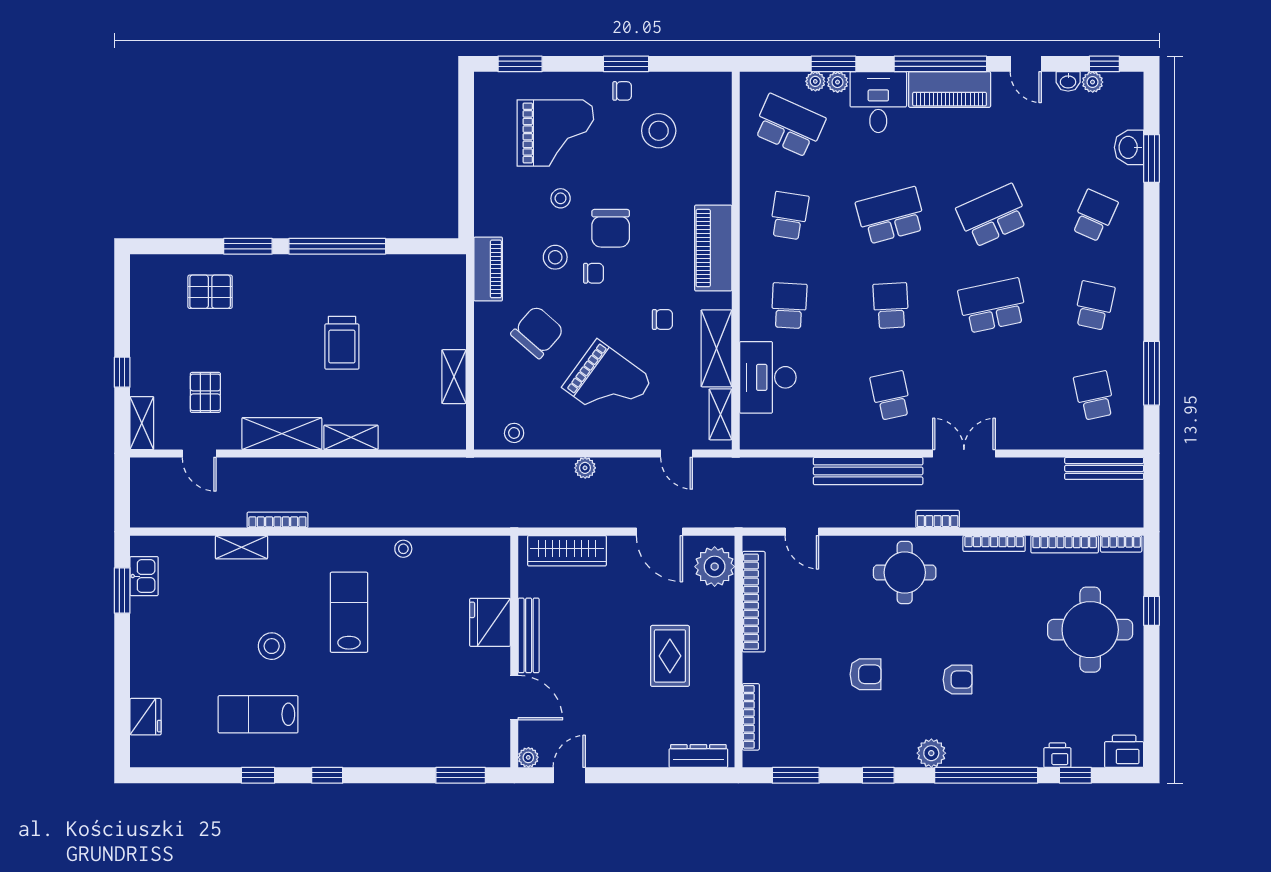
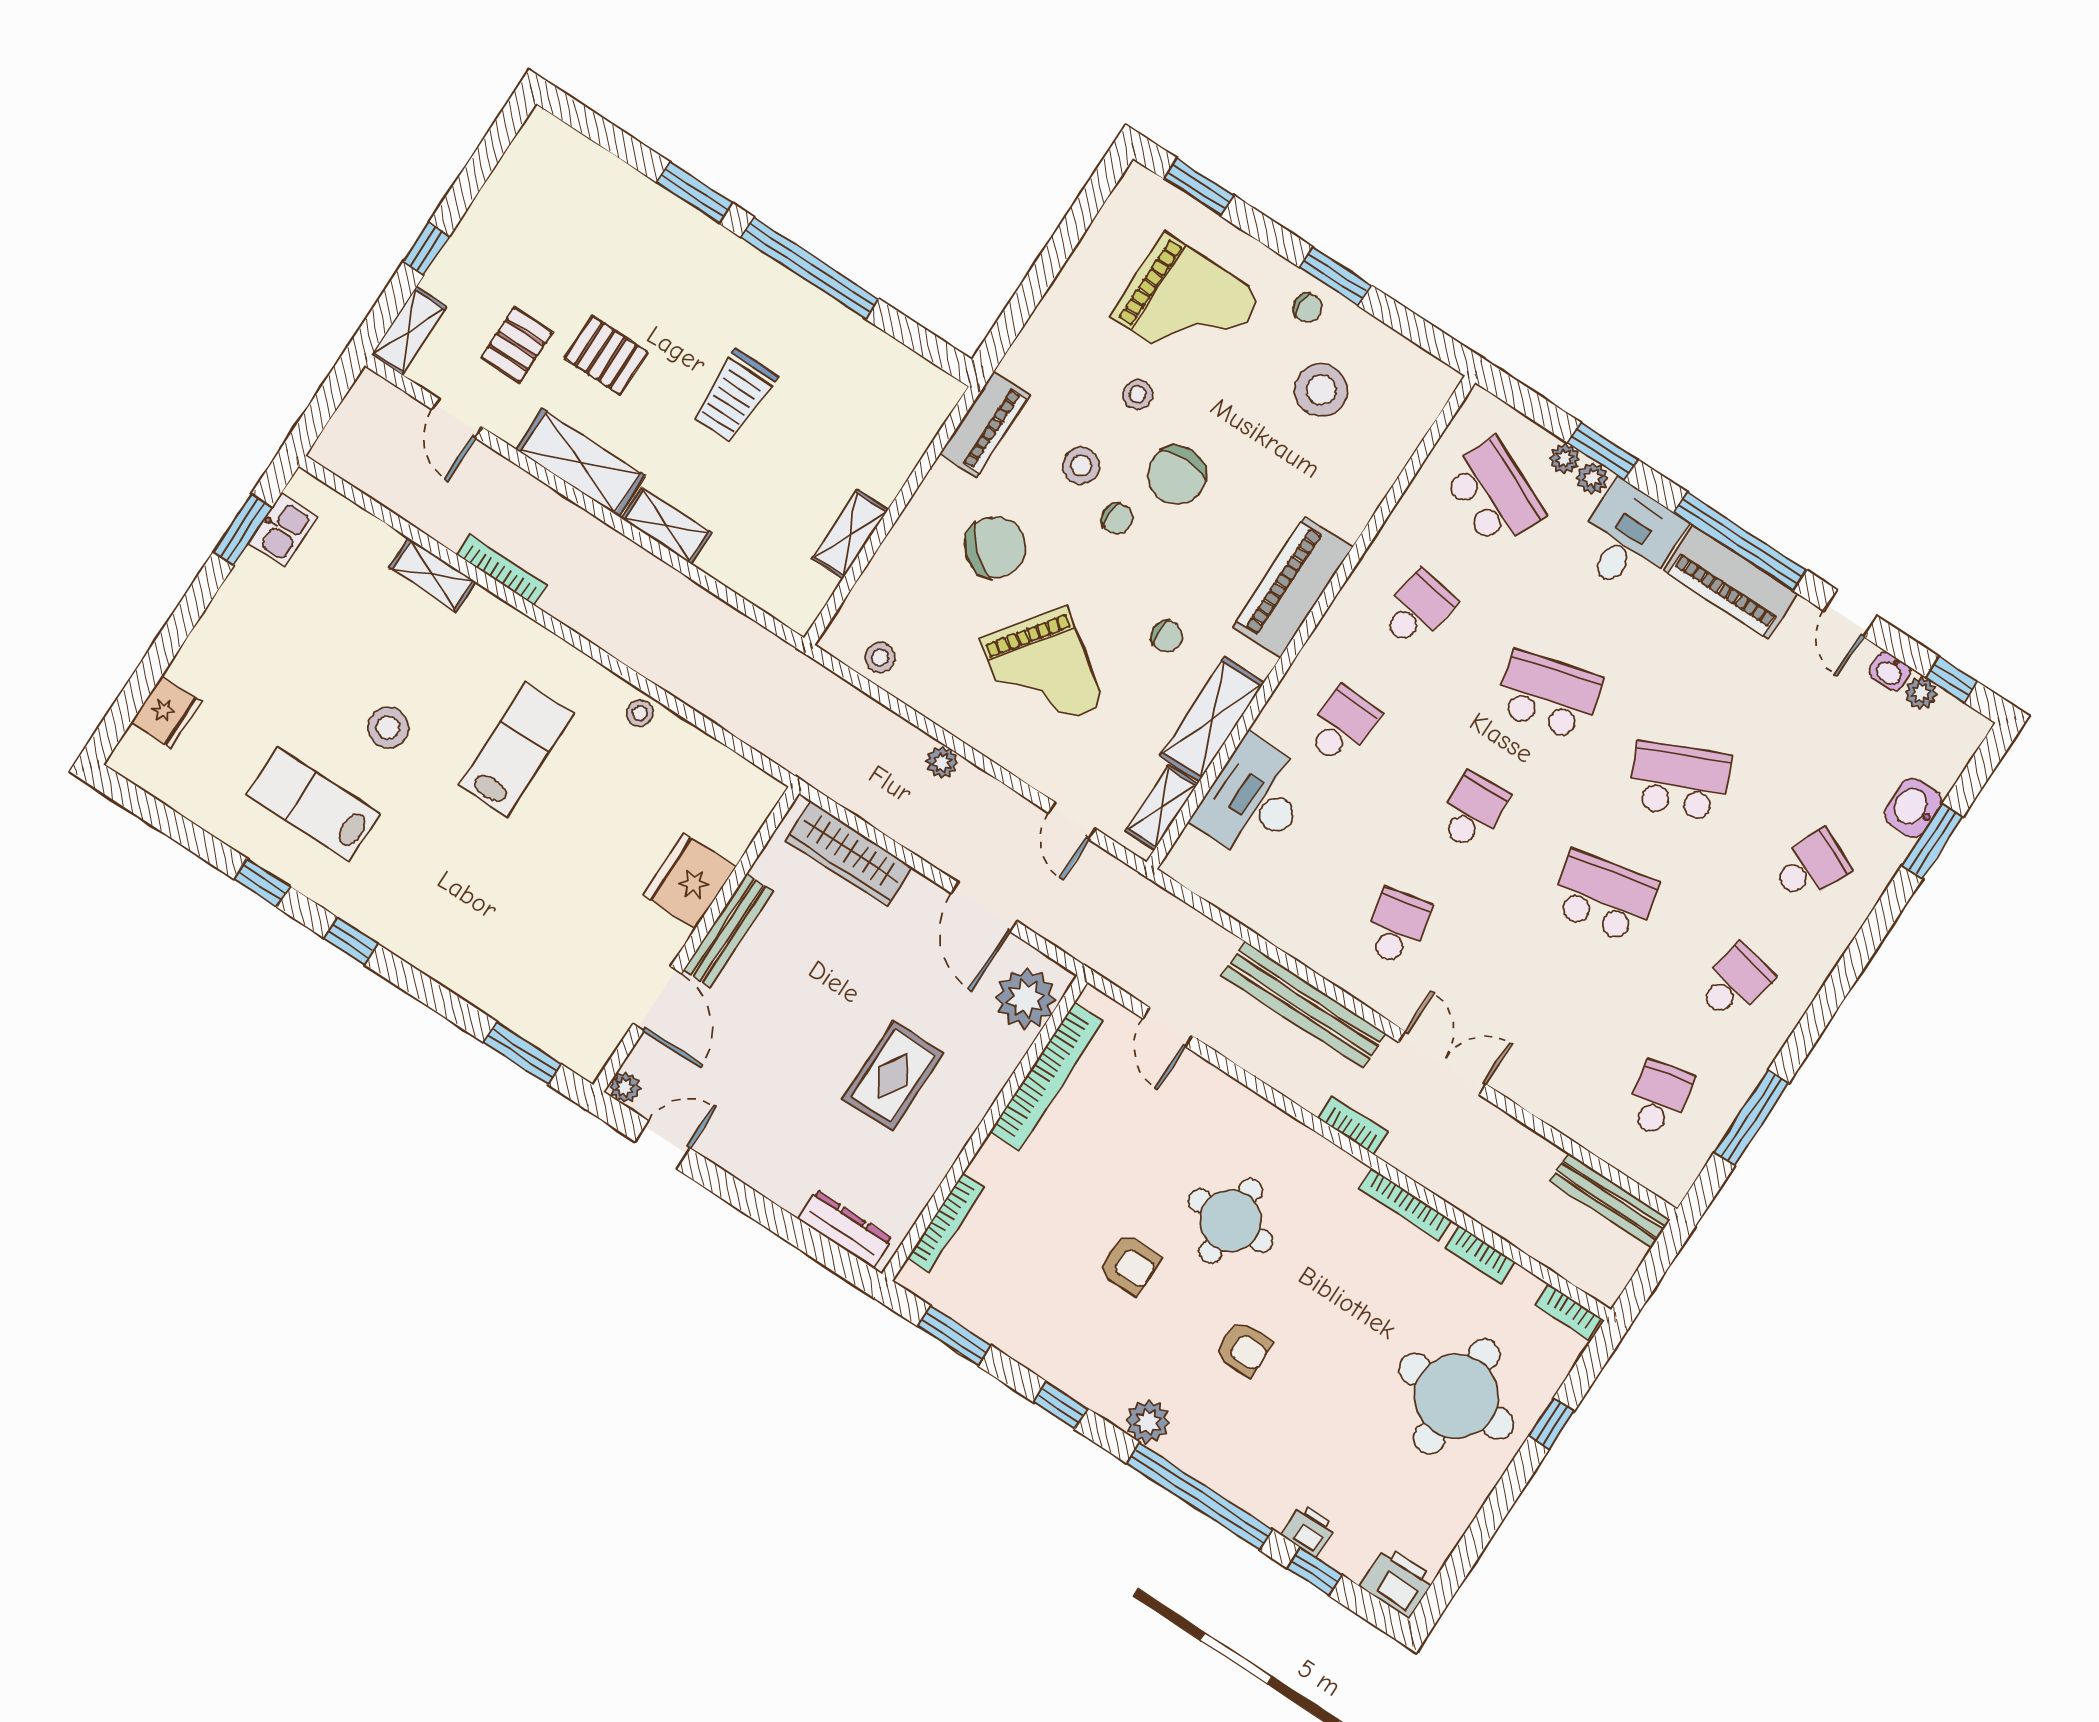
pallet: (210, 292) -> (606, 355), moved
bookcase: (1065, 544) -> (1480, 1255), width x0.64
round table: (905, 572) -> (1231, 1221), moved

